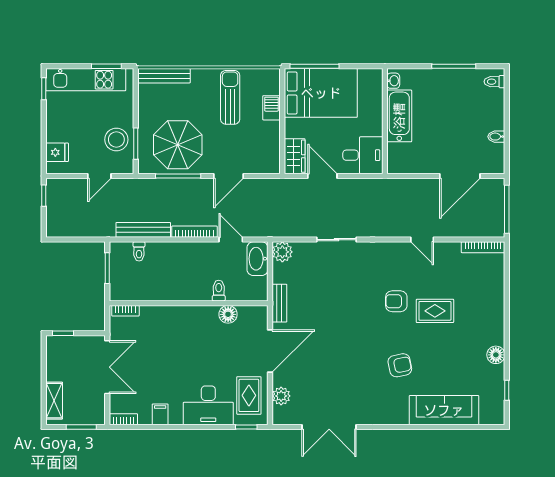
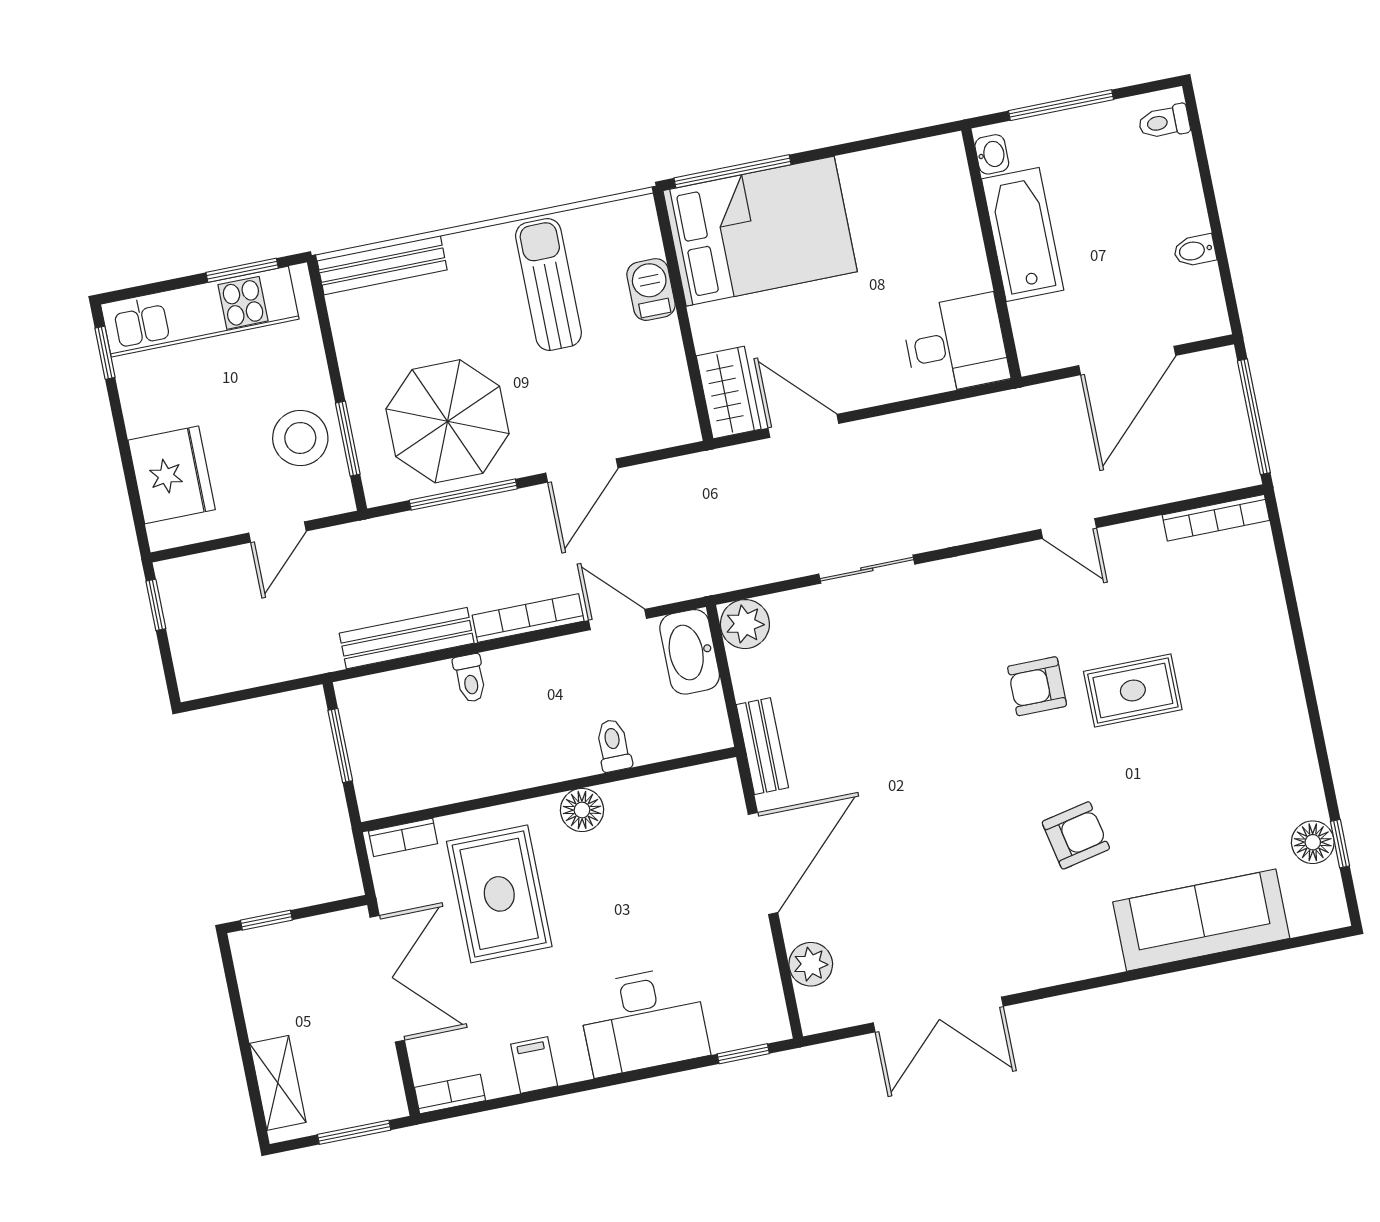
washbasin: (393, 81) -> (992, 154), moved
bathtub: (399, 116) -> (1023, 234), moved
wall: (385, 121) -> (991, 254), moved
fridge: (57, 152) -> (172, 475), width x1.88, depth x1.34
desk: (363, 155) -> (956, 344), moved
toilet: (139, 251) -> (470, 678), moved
floor lamp: (228, 314) -> (582, 810), moved
floor lamp: (496, 355) -> (1313, 842), moved
rug: (249, 395) -> (499, 894), moved, width x1.36, depth x1.43

